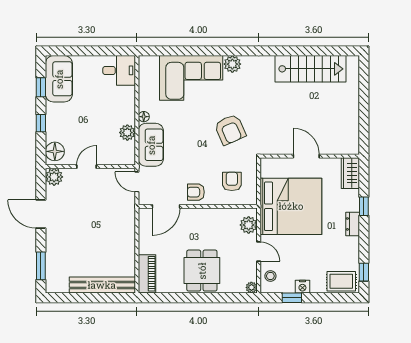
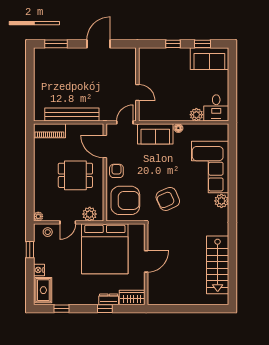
plant: (127, 133) -> (196, 115), moved
floor lamp: (55, 151) -> (150, 55), removed
door: (87, 167) -> (137, 92), moved
plant: (54, 177) -> (129, 55), removed
armchair: (232, 181) -> (125, 200), width x1.88, depth x1.88
dresser: (353, 224) -> (109, 299), moved
dining table: (202, 271) -> (75, 175), moved
window: (364, 272) -> (62, 309), moved
bench: (102, 285) -> (72, 115), moved, turned 90
nightstand: (302, 287) -> (39, 270), moved

